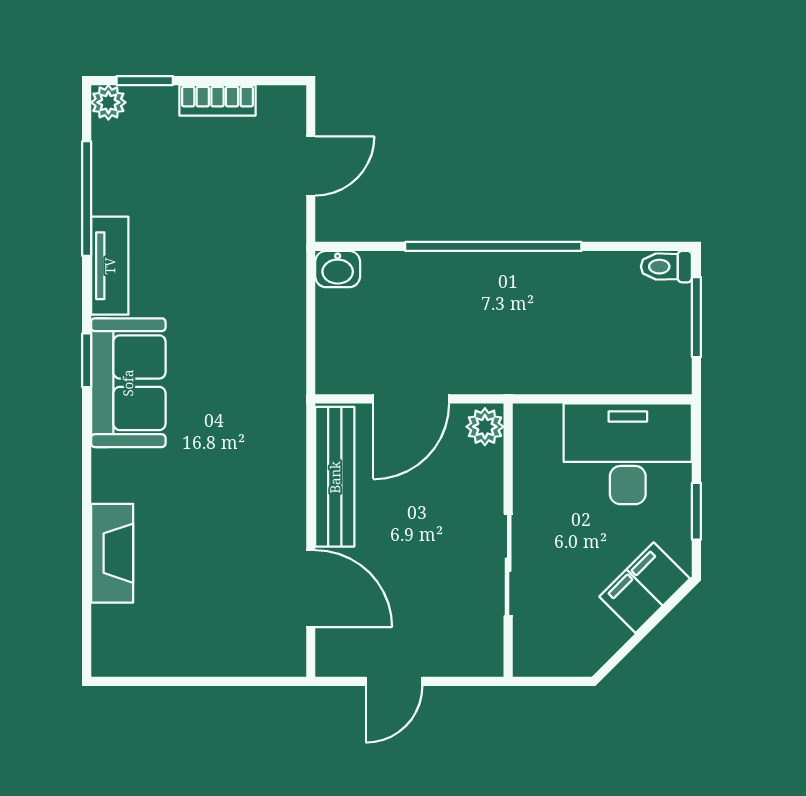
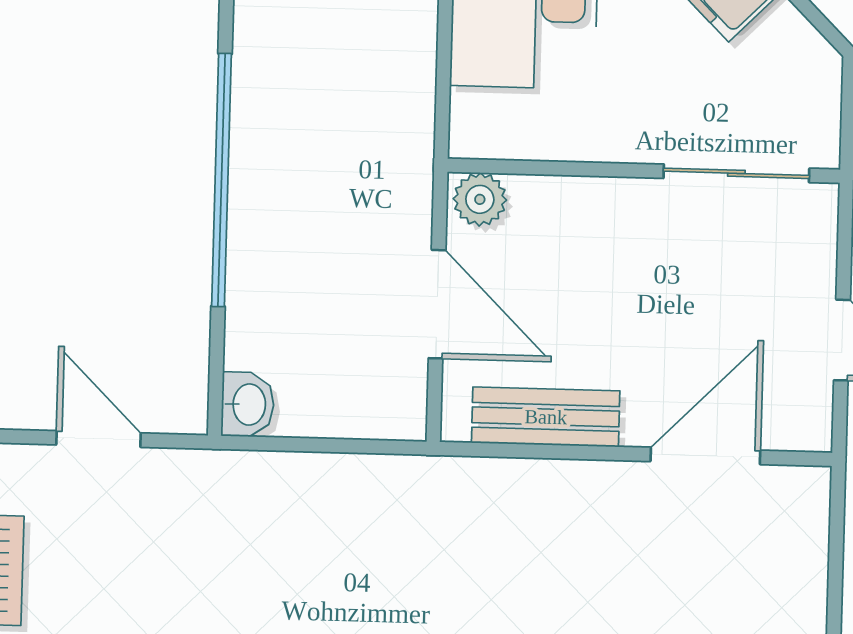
bench: (335, 477) -> (546, 417), width x0.73
sliding door: (508, 565) -> (736, 173), moved

